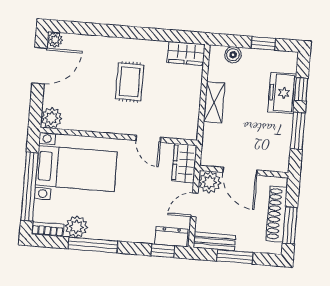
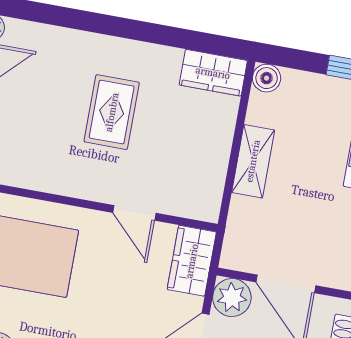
boiler: (233, 55) -> (267, 78), moved

